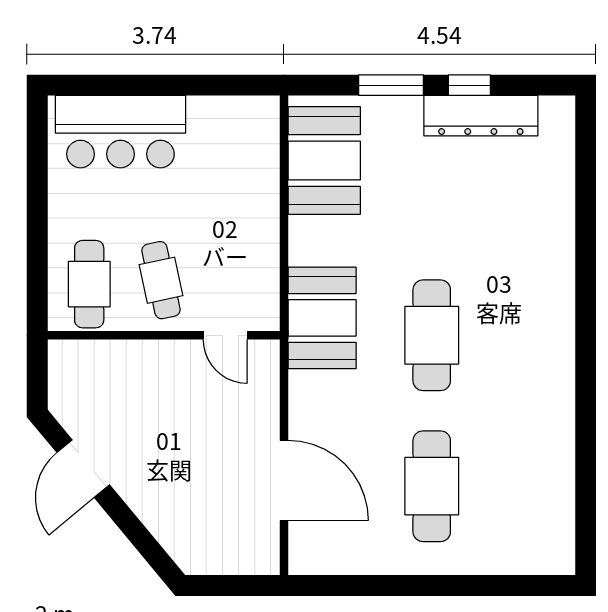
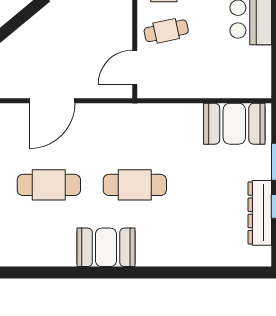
booth: (322, 318) -> (106, 247), moved
door: (225, 335) -> (135, 67), width x1.38

